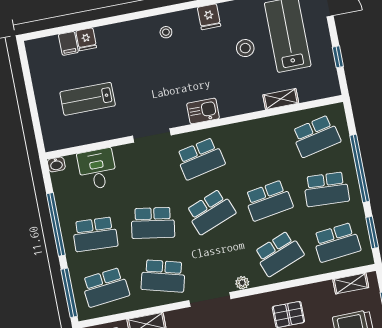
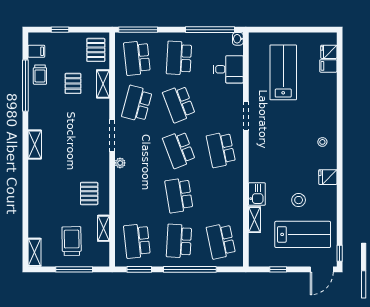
fridge: (86, 39) -> (329, 52), moved
lab bench: (88, 99) -> (283, 72), width x1.36, depth x1.39
kitchen sink: (203, 111) -> (257, 194), moved
school desk: (153, 223) -> (179, 104), turned -30
window: (56, 224) -> (210, 30), moved
school desk: (279, 254) -> (137, 195), removed
shelving: (351, 283) -> (104, 228), moved

